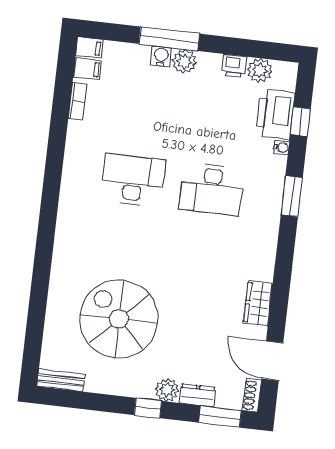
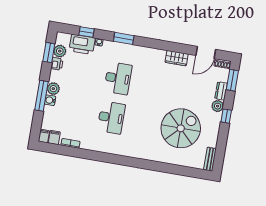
window: (256, 49) -> (49, 53), added
desk: (133, 180) -> (111, 118), turned 180
spiral stairs: (119, 319) -> (181, 128), turned 180

